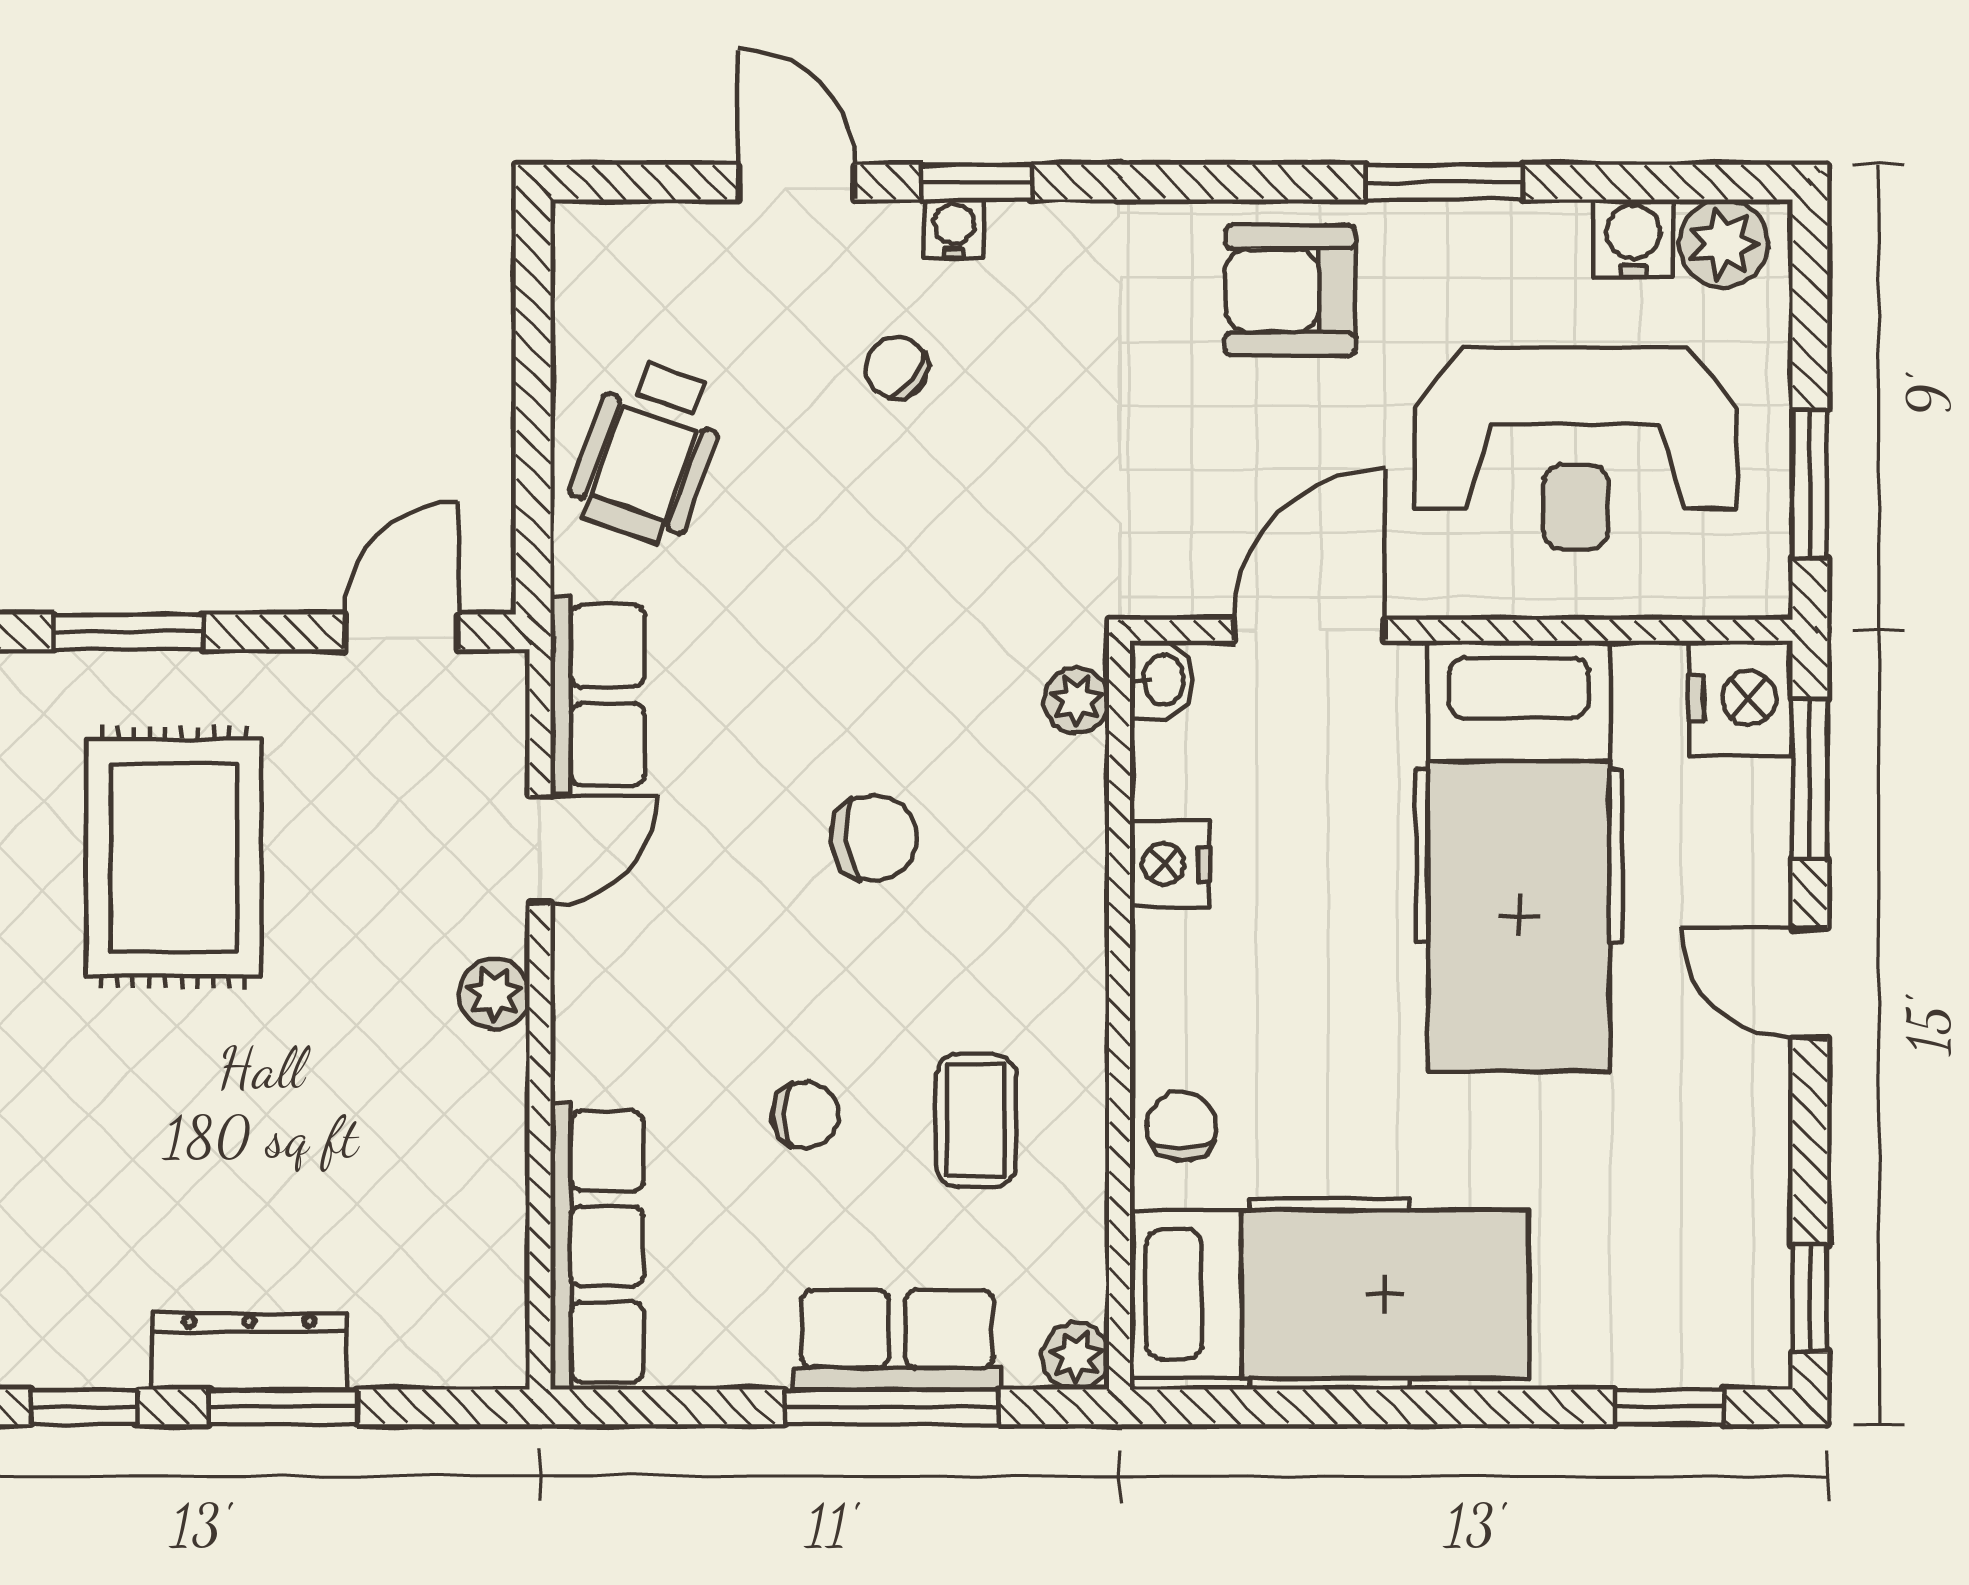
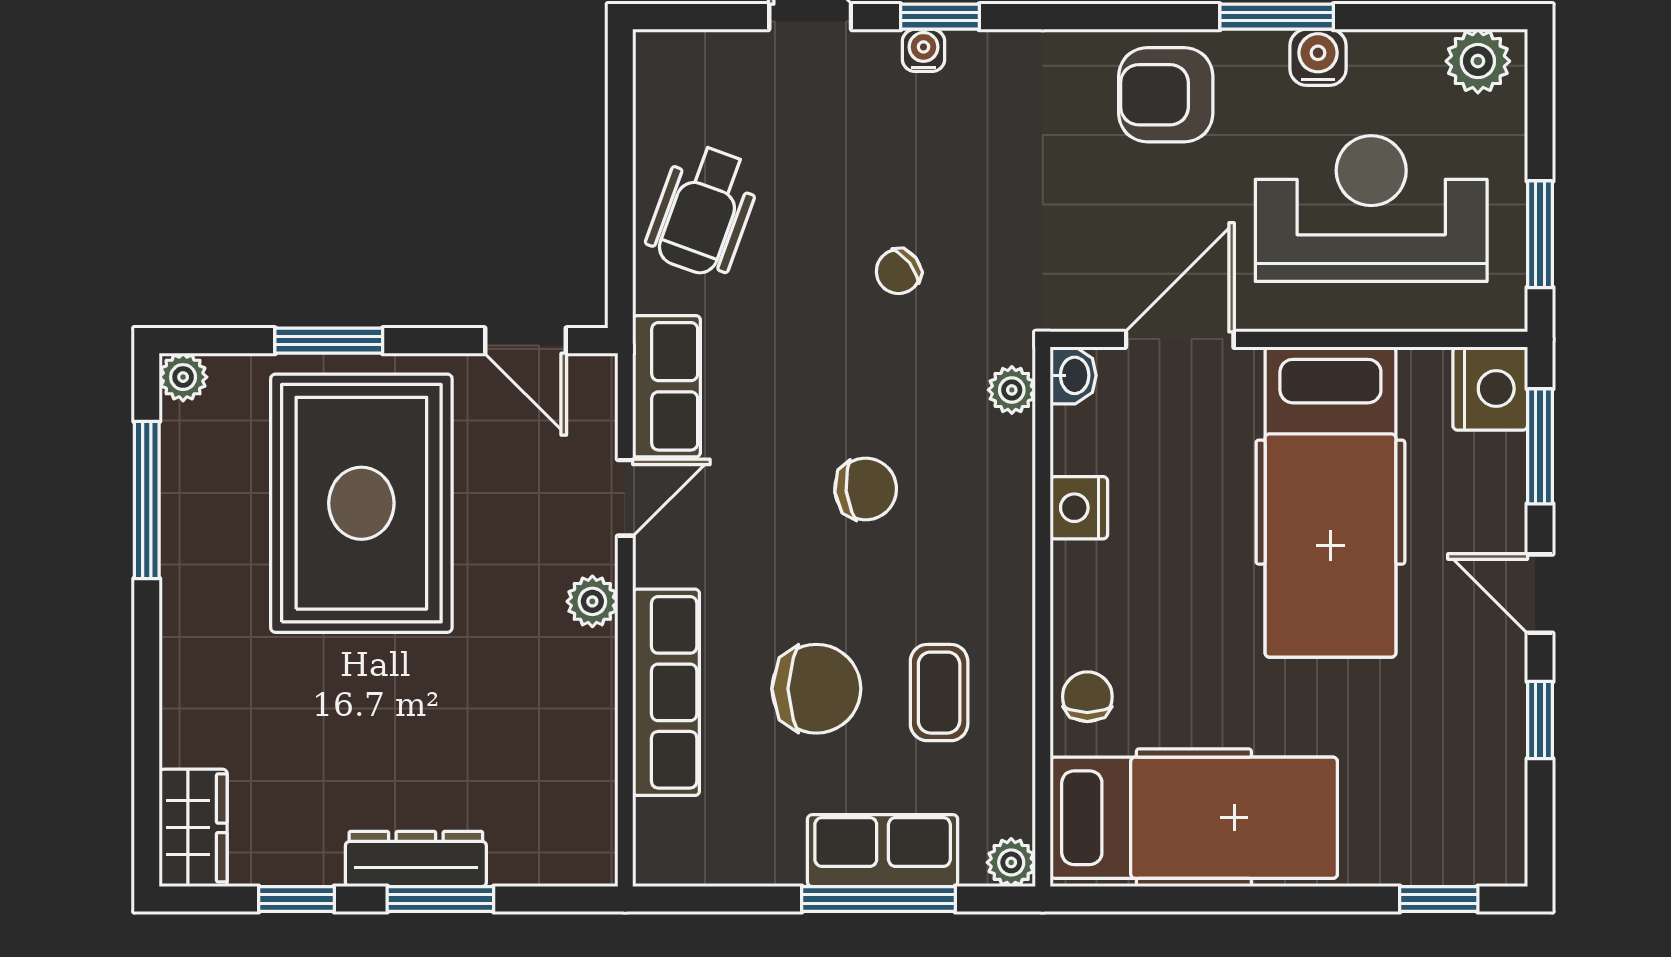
water cooler: (1633, 238) -> (1318, 57), moved
chair: (897, 368) -> (898, 271), moved, turned -75
reception desk: (1576, 448) -> (1371, 209), turned 180
door: (402, 632) -> (526, 341), swing flipped
rug: (174, 857) -> (361, 503), width x1.37, depth x1.44
chair: (805, 1115) -> (816, 689), width x1.87, depth x1.87
row of seats: (597, 1246) -> (666, 692), moved
window: (1810, 1299) -> (1540, 720), moved

